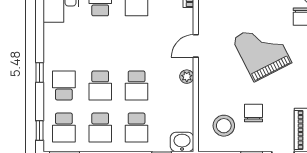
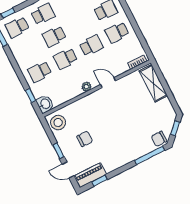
grand piano: (262, 51) -> (126, 125), removed
stool: (224, 126) -> (58, 123), moved
school desk: (100, 128) -> (91, 46), moved, turned 180

